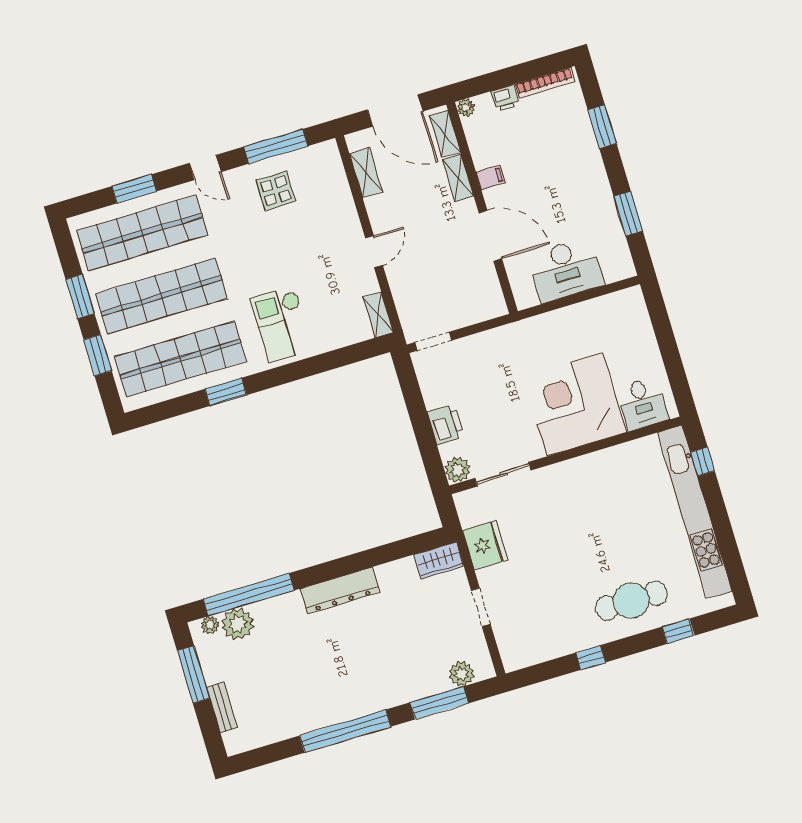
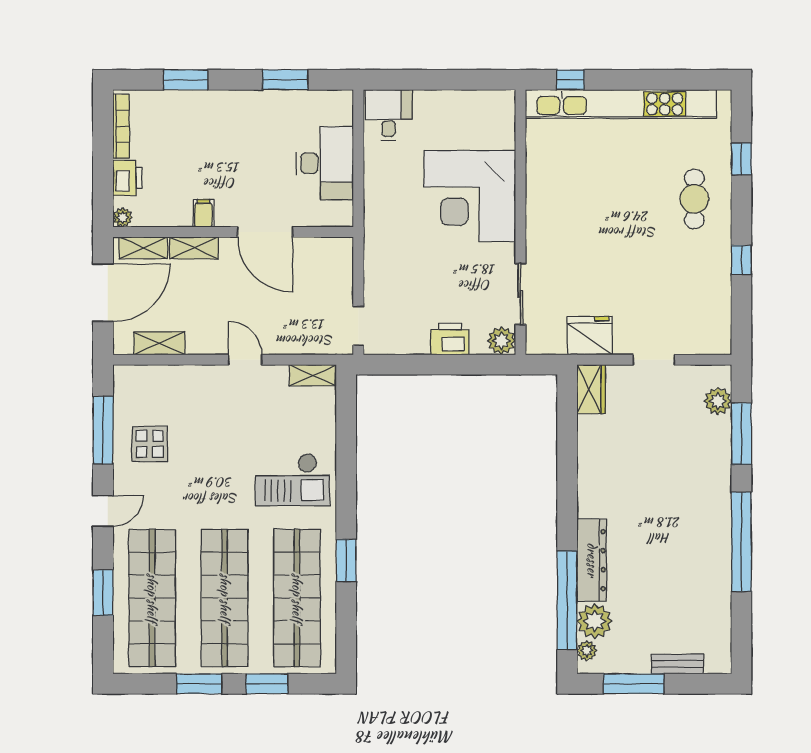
printer: (505, 98) -> (127, 178), width x1.36, depth x1.24
door: (490, 236) -> (265, 232), swing flipped
desk: (642, 404) -> (389, 115), moved, turned -90
dresser: (340, 591) -> (592, 560), moved
cafe table: (631, 601) -> (694, 199), width x0.73, depth x0.74

